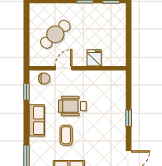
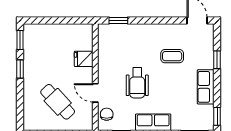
window: (129, 118) -> (118, 20), moved
coffee table: (66, 135) -> (172, 56), moved

